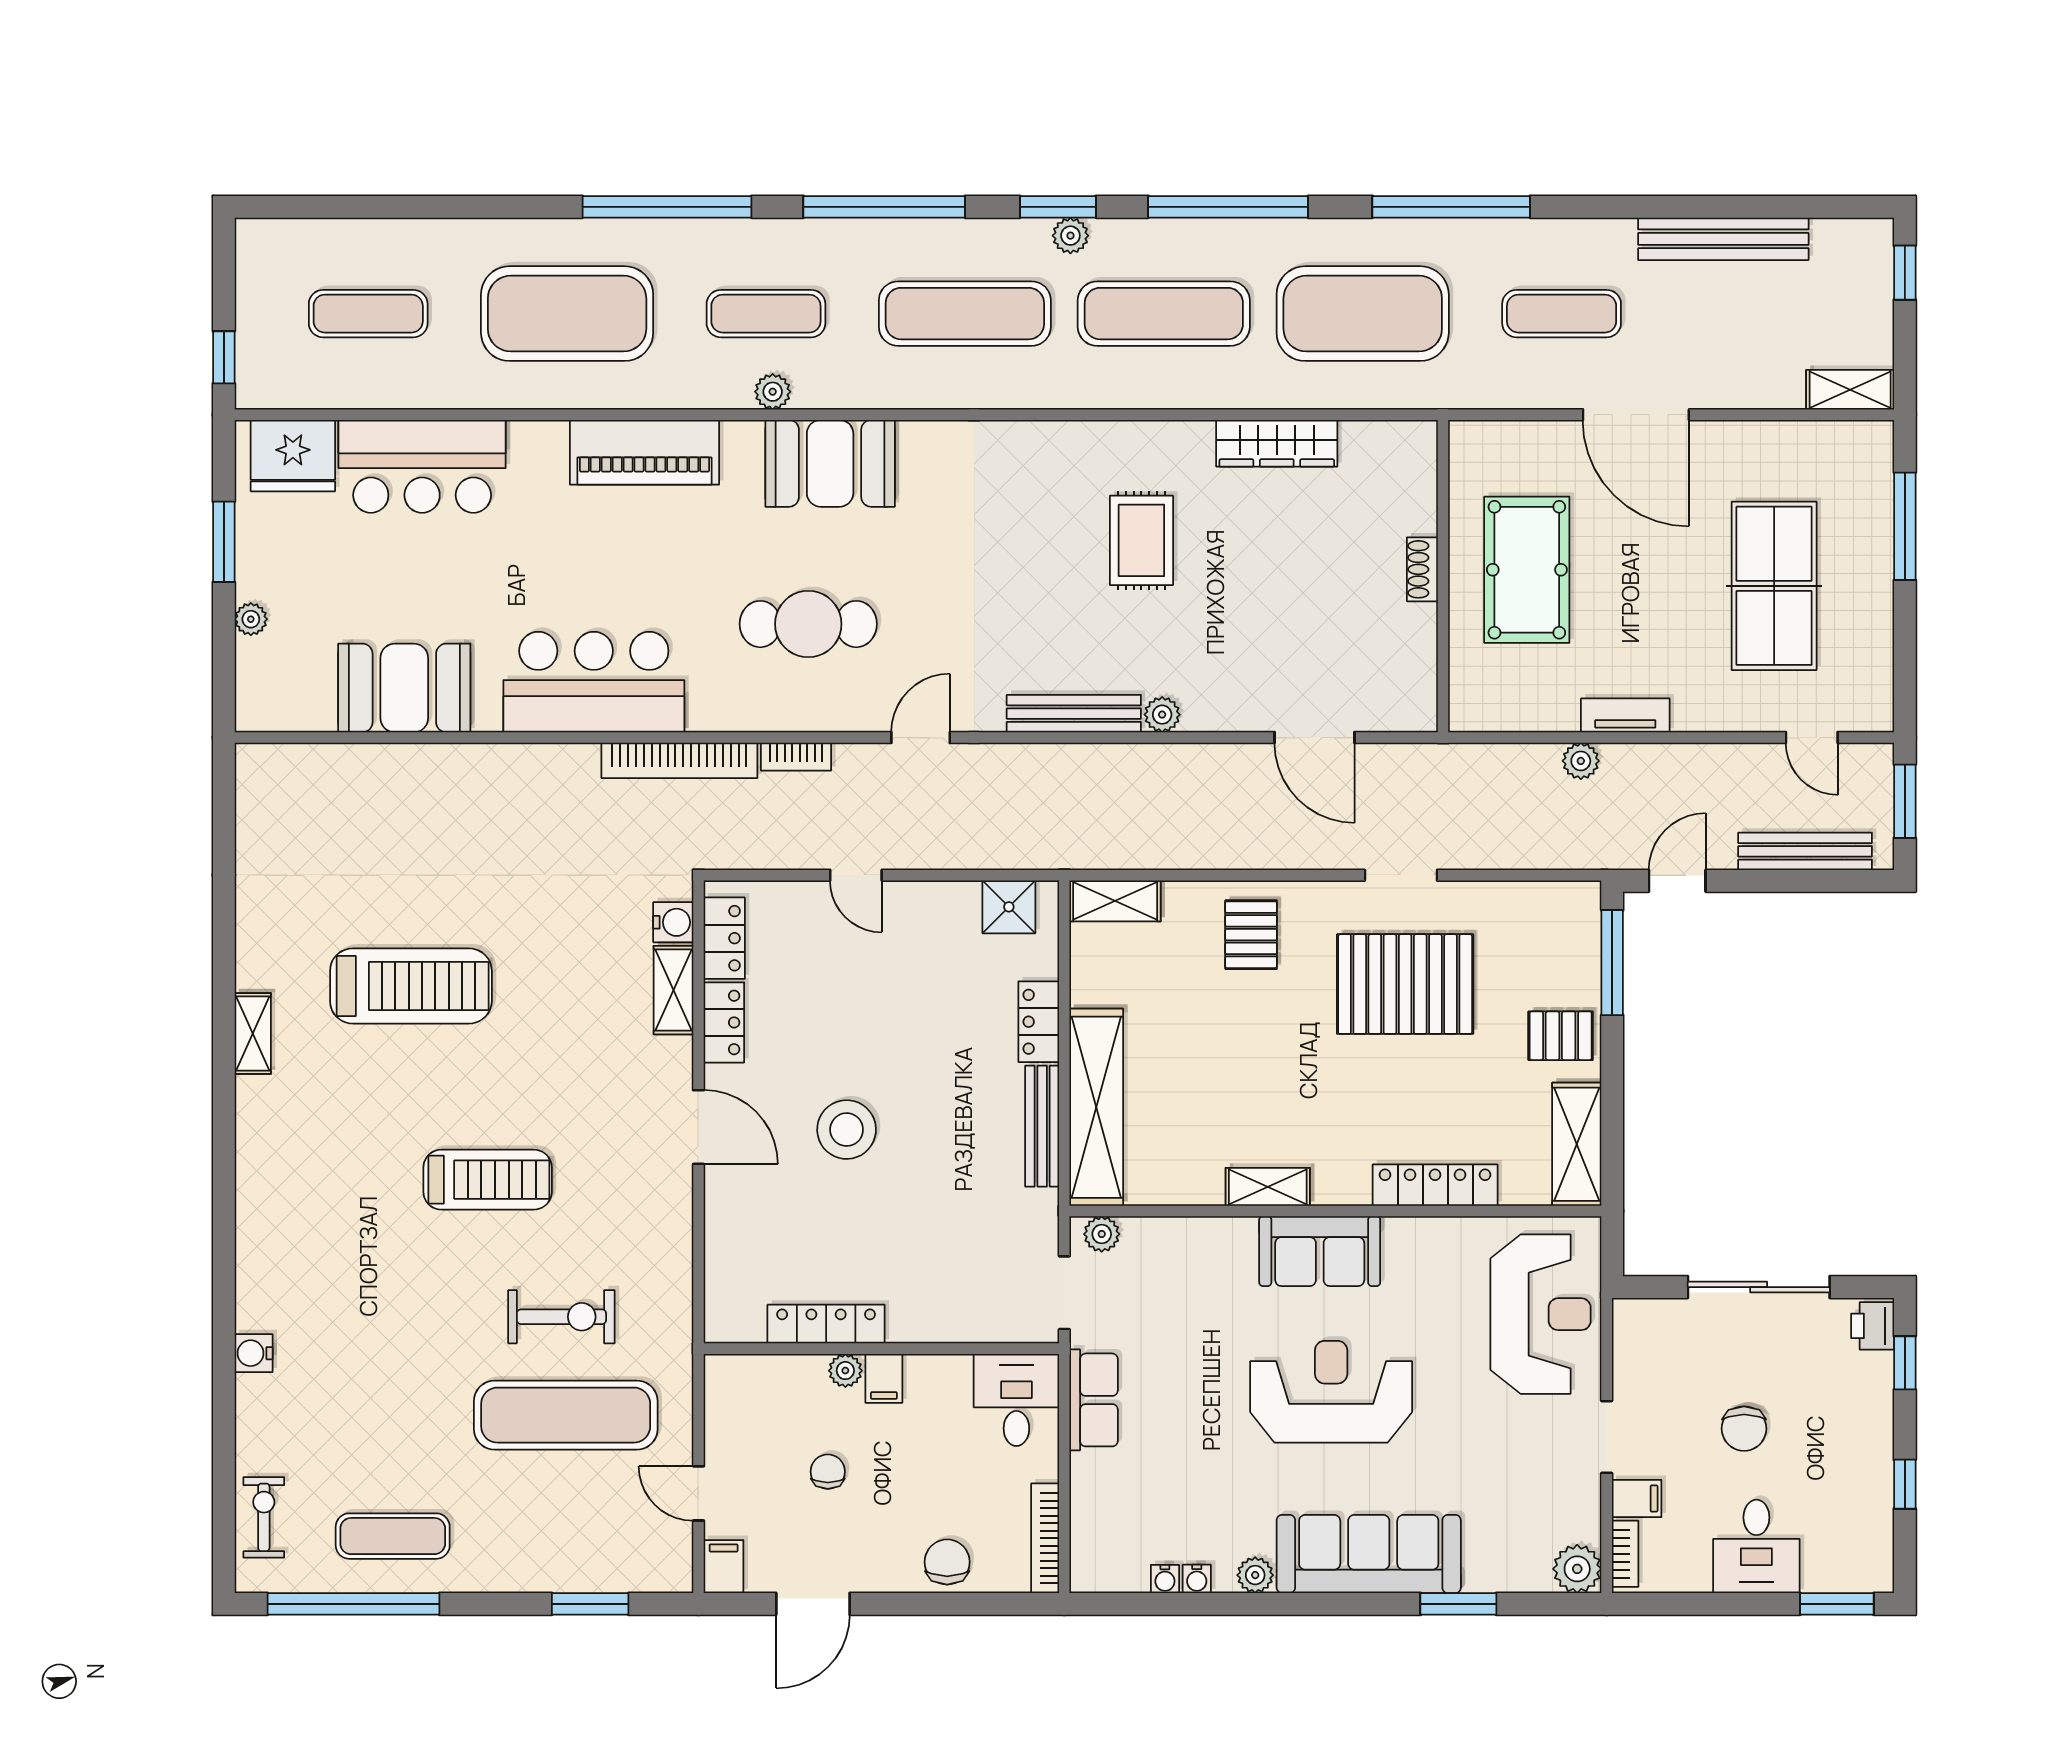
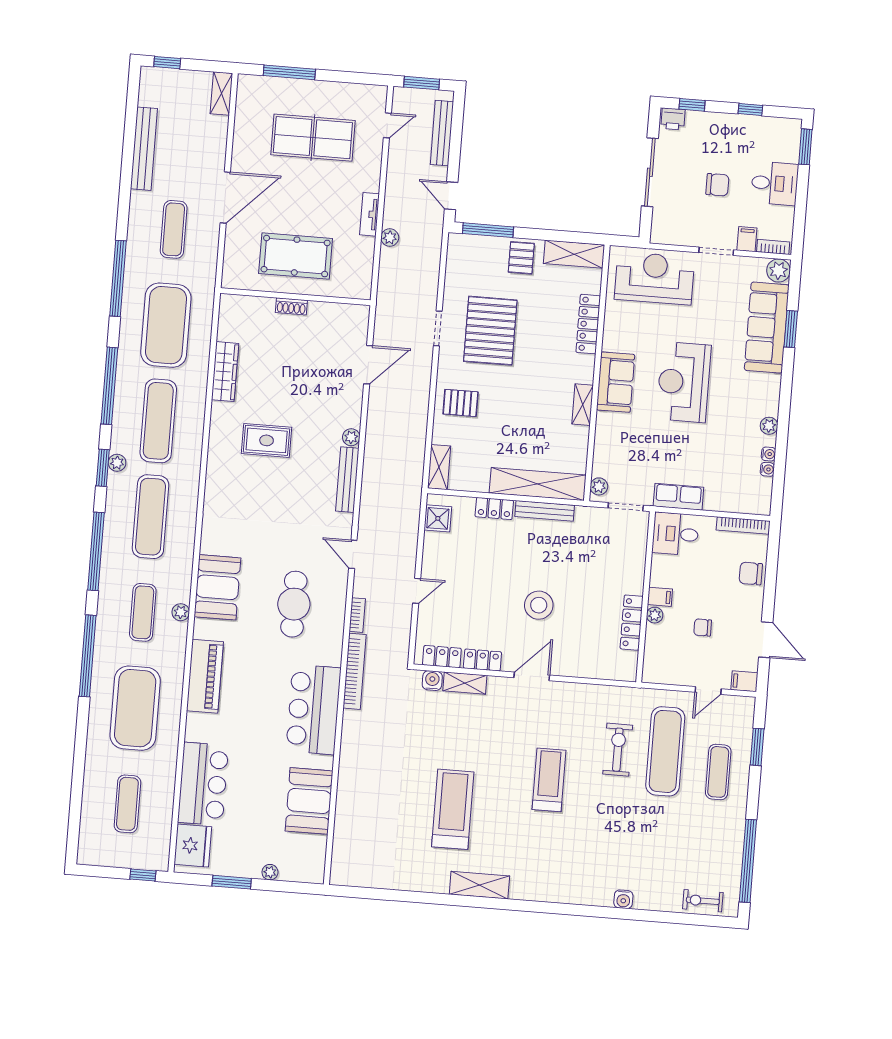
shelving: (253, 1033) -> (479, 885), width x1.50, depth x1.33
exercise mat: (393, 1536) -> (718, 772), moved
sofa: (1369, 1554) -> (767, 328), moved

